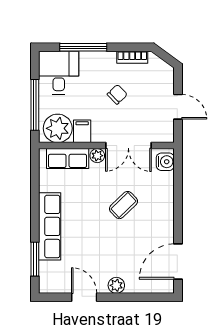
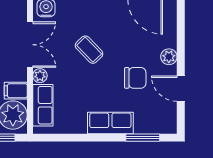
row of seats: (50, 226) -> (110, 123), width x0.68
chair: (95, 251) -> (135, 78), added
door: (84, 297) -> (181, 89), hinge flipped

